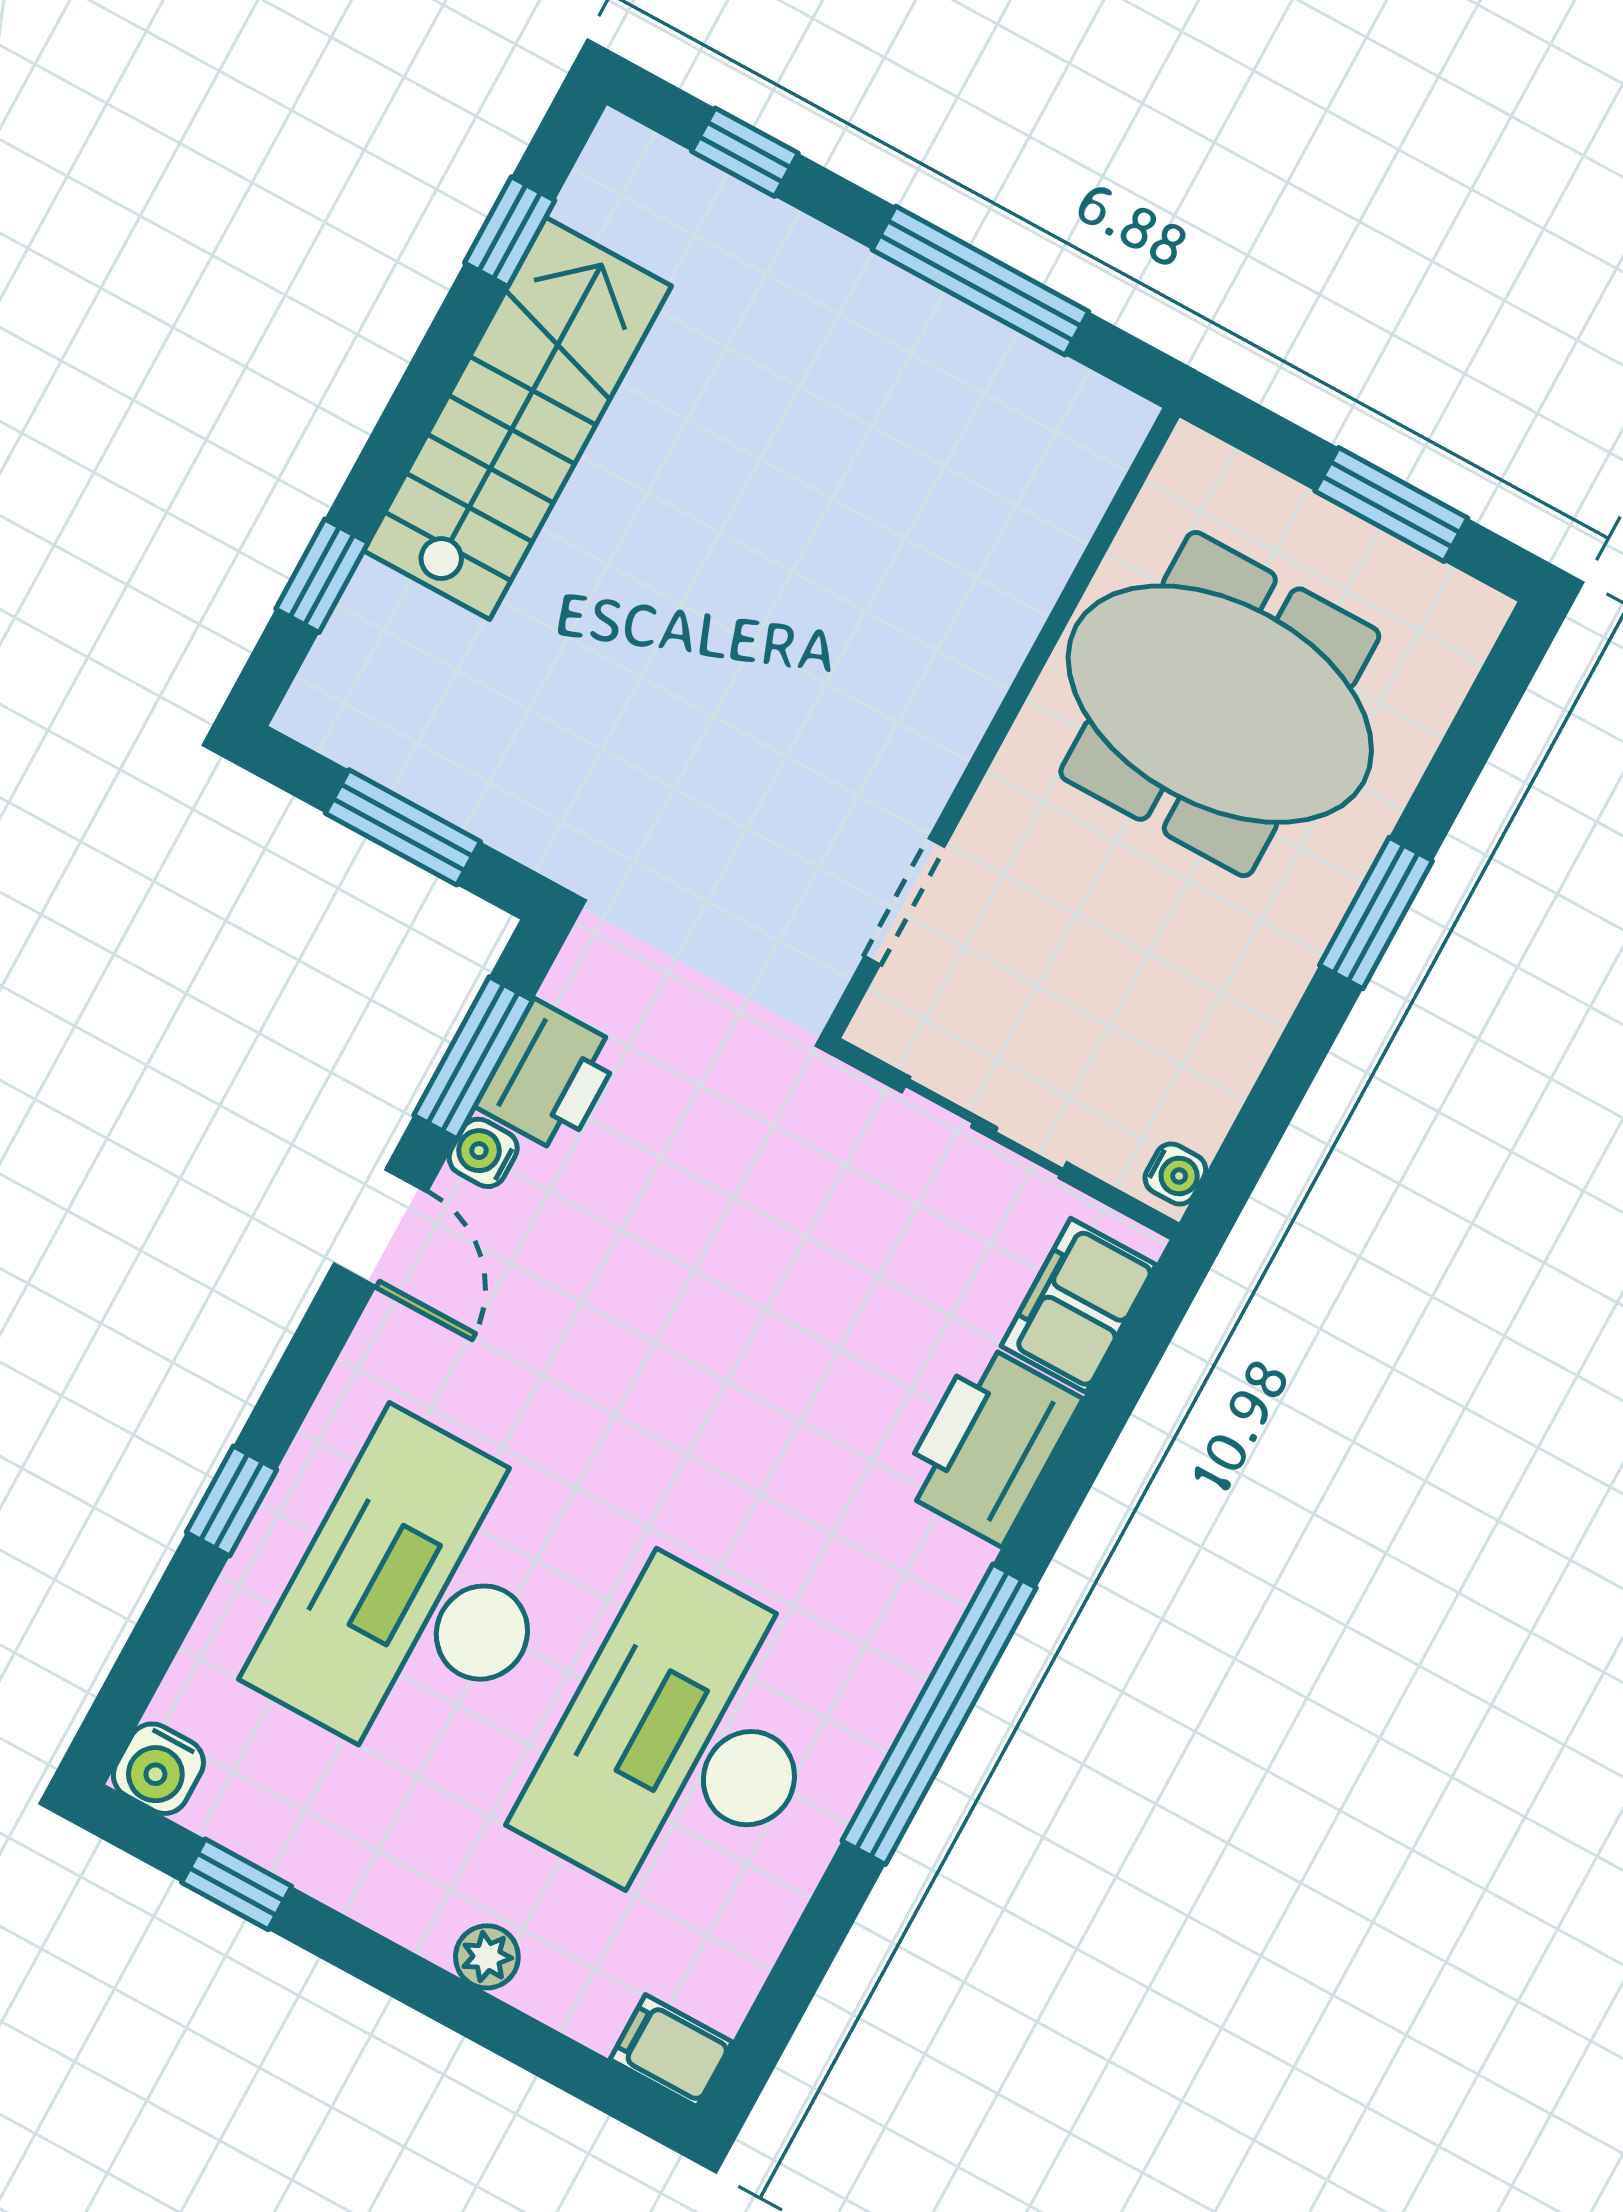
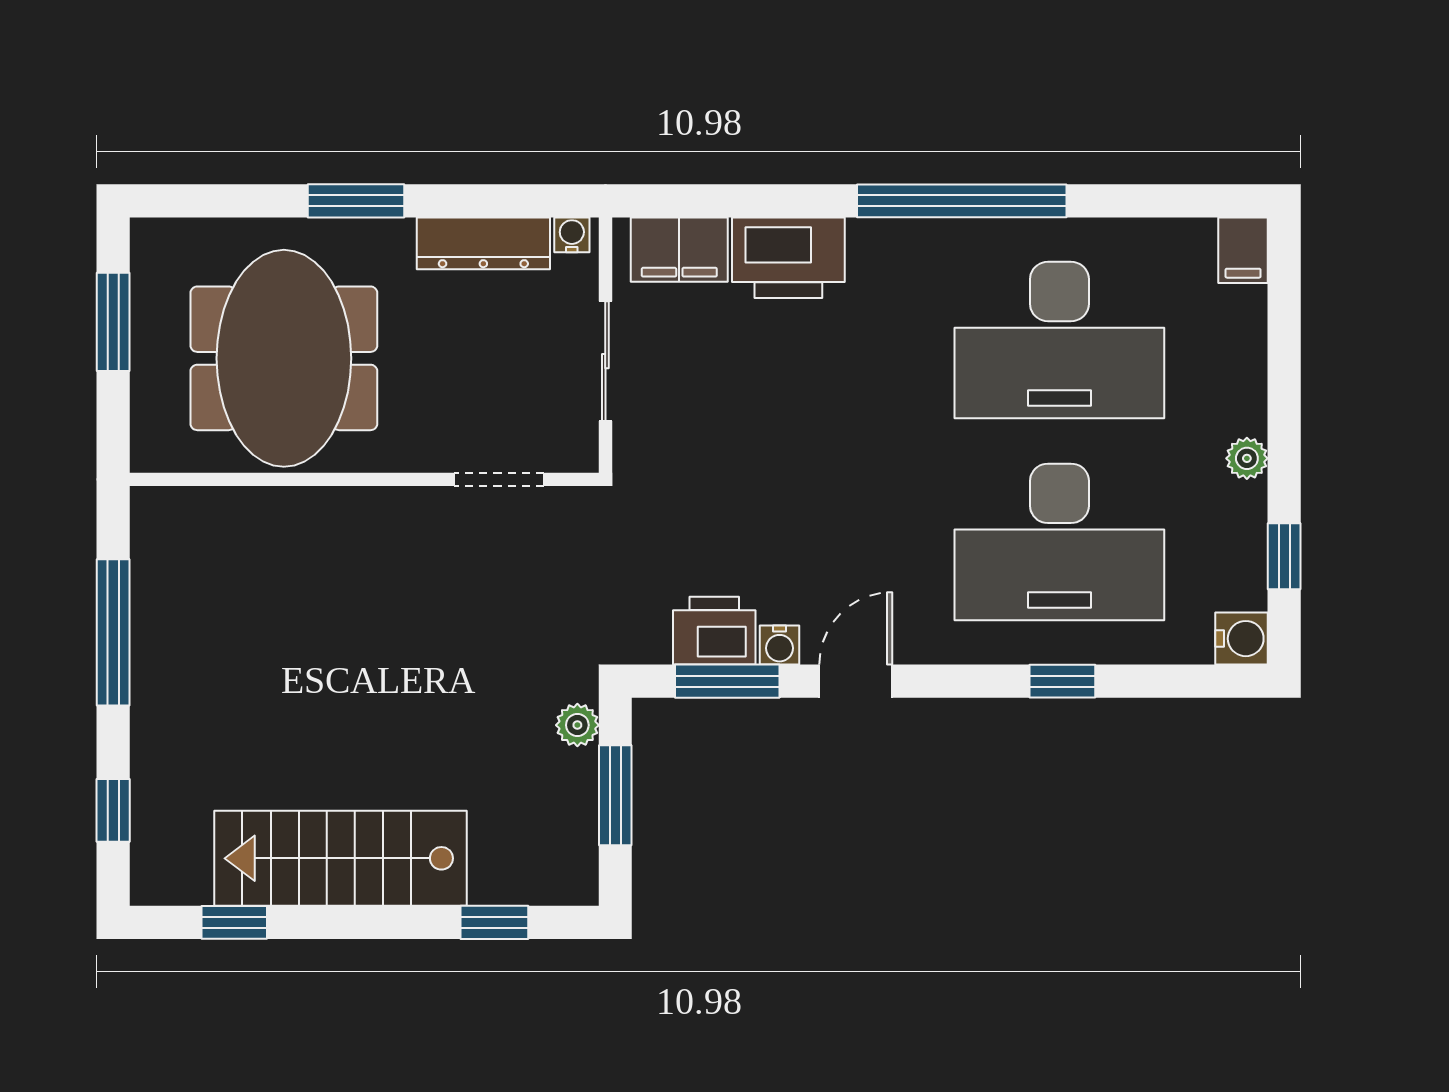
plant: (523, 828) -> (577, 725), added
dresser: (1228, 1051) -> (483, 243), added
plant: (487, 1957) -> (1247, 458), moved

